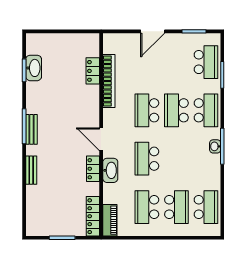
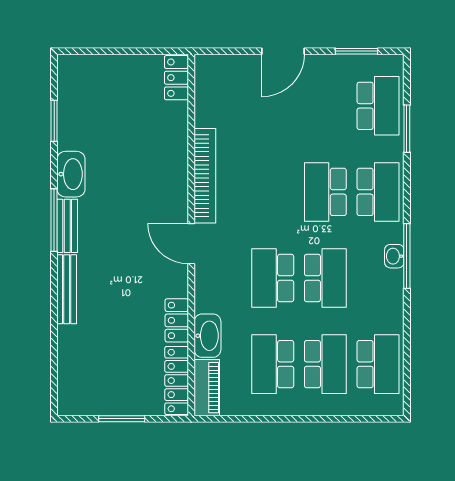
washbasin: (34, 68) -> (71, 174), moved
locker: (93, 71) -> (176, 78), moved
bookcase: (109, 81) -> (205, 176), moved
school desk: (147, 110) -> (325, 278), moved, turned 180
locker: (93, 169) -> (177, 320), moved
bench: (31, 170) -> (67, 289), width x1.36
washbasin: (110, 170) -> (208, 336), moved

